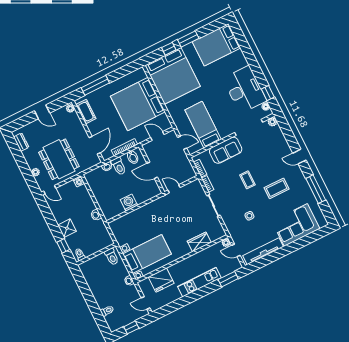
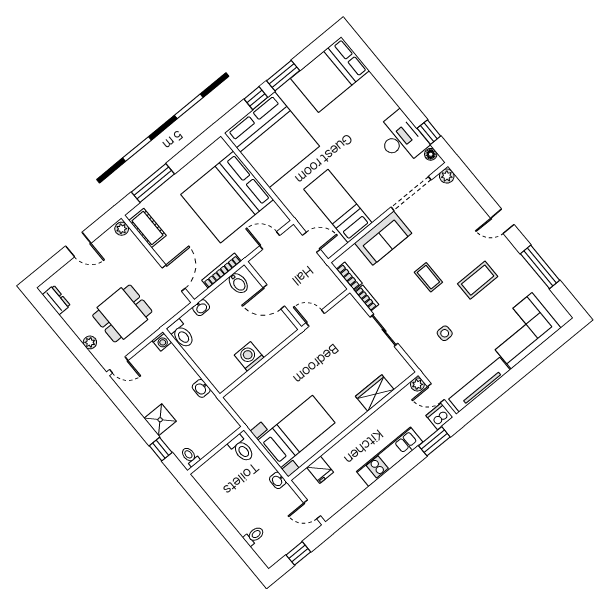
desk: (245, 90) -> (401, 138), width x0.73, depth x0.77
dining table: (59, 159) -> (122, 313), width x0.73
toilet: (119, 166) -> (181, 334), moved
dishwasher: (235, 265) -> (439, 416), added
fridge: (161, 280) -> (320, 470), width x0.53, depth x0.75

